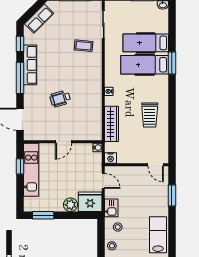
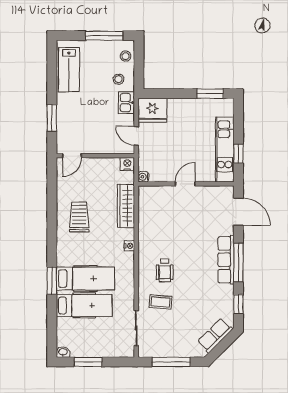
row of seats: (30, 65) -> (226, 260), moved
wheelchair: (60, 99) -> (165, 270), moved, turned 106
door: (156, 165) -> (72, 156), swing flipped
plant: (71, 205) -> (176, 107), removed

